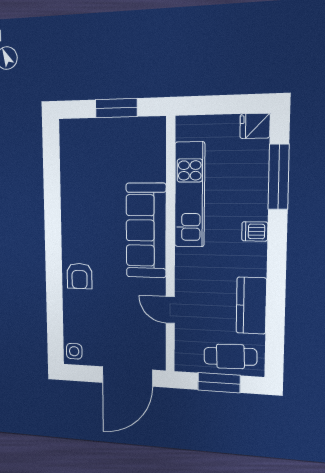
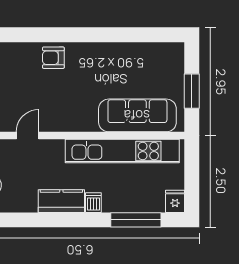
kitchen unit: (190, 195) -> (122, 151), width x1.36
sofa: (146, 230) -> (137, 115), moved
kitchen counter: (251, 306) -> (61, 201), moved

